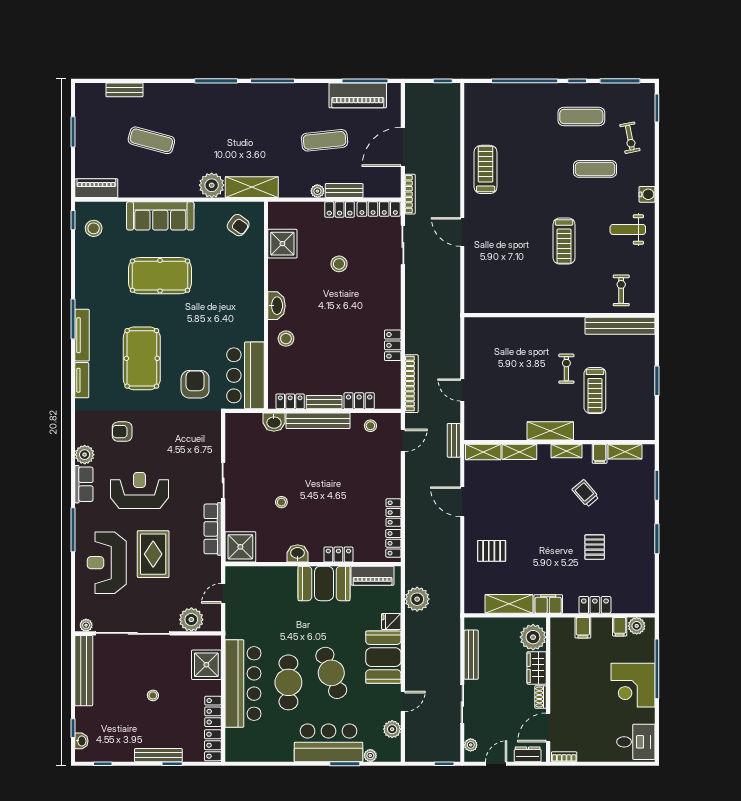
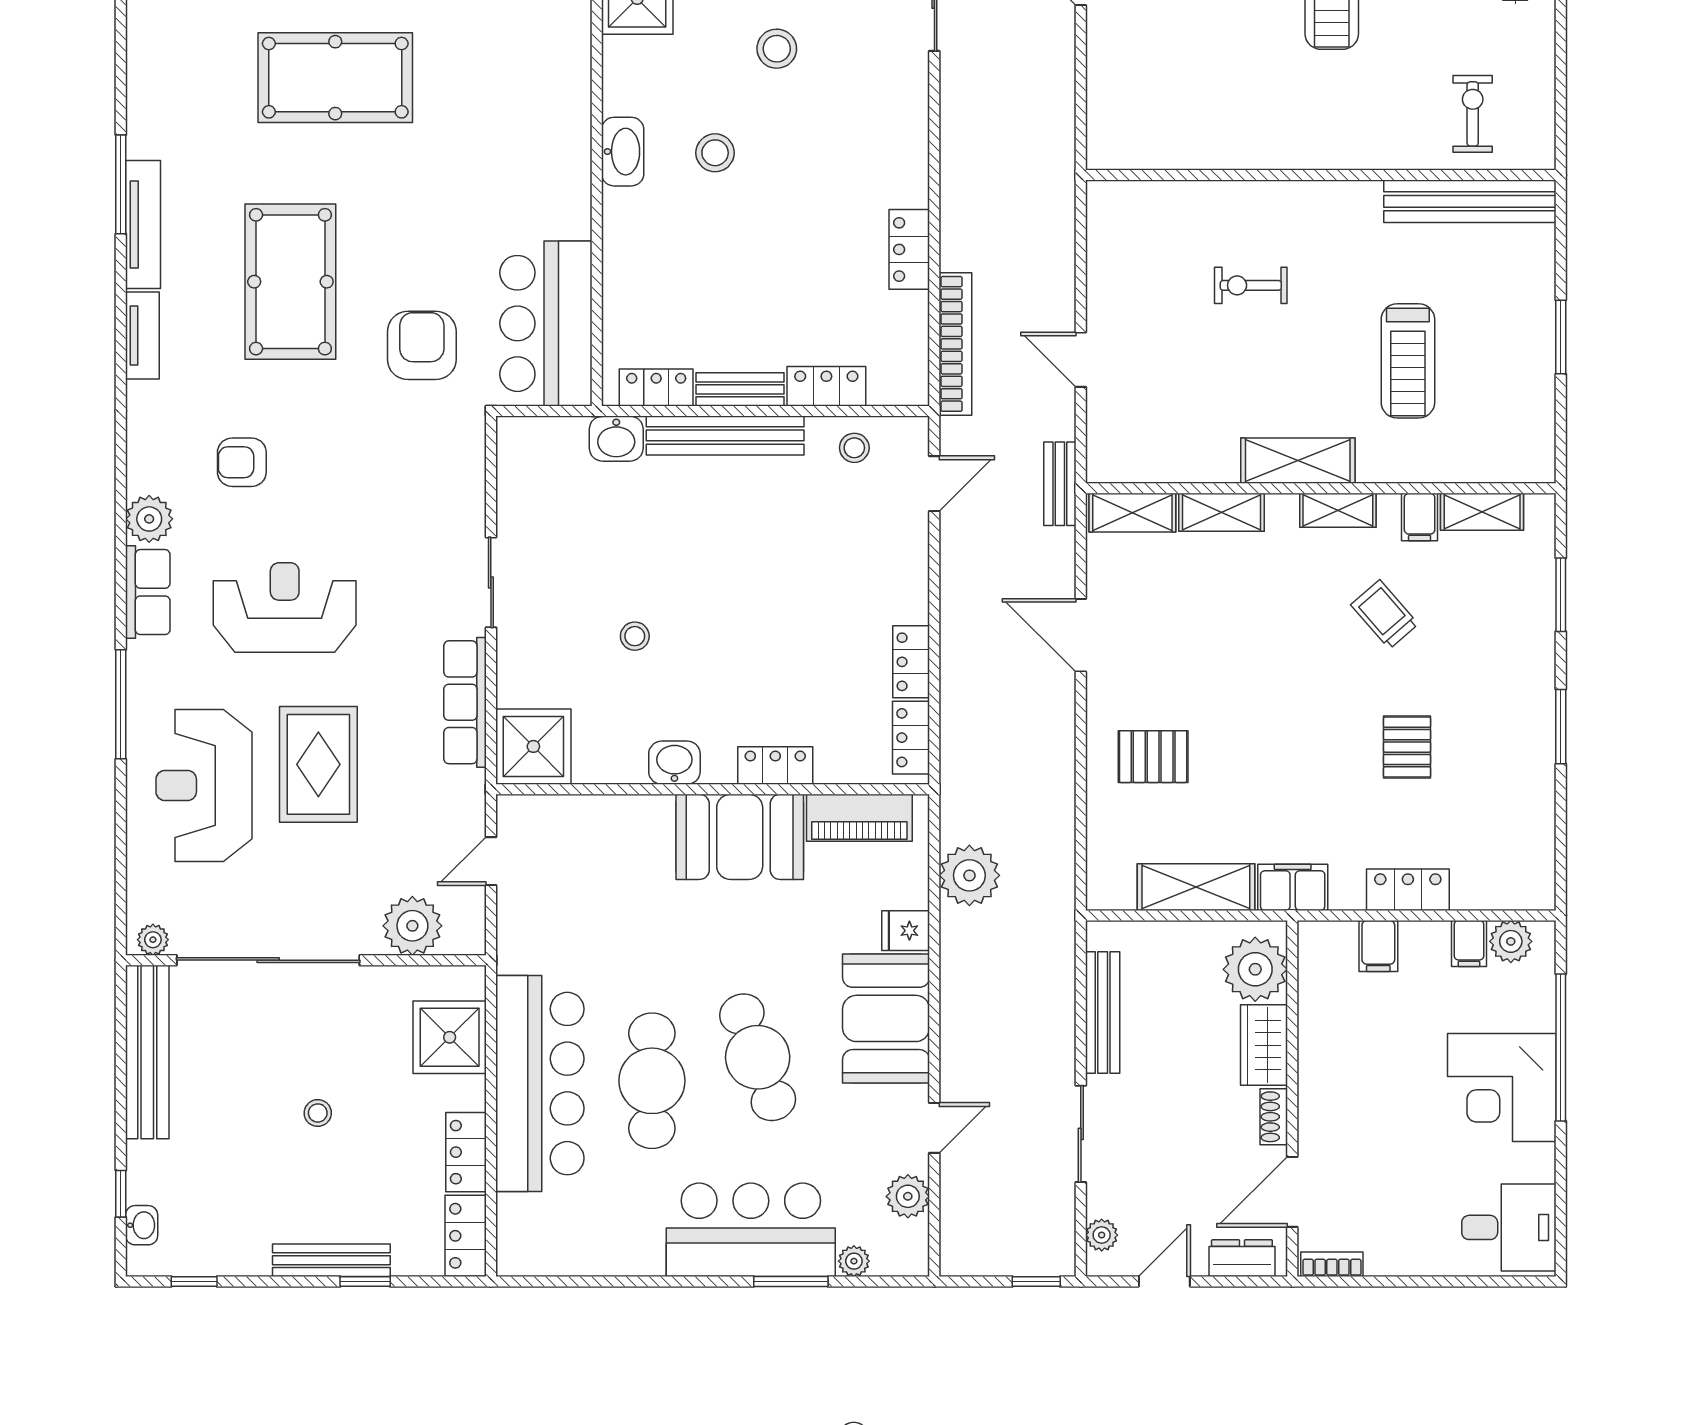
stool: (286, 339) -> (715, 153), moved
exercise bike: (566, 369) -> (1251, 285), moved, turned -90

